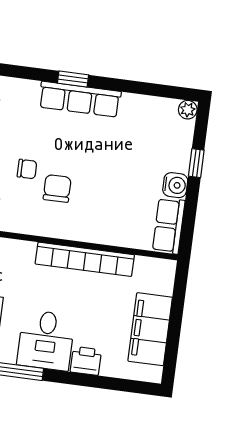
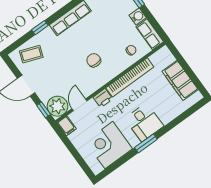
window: (73, 79) -> (40, 28), moved
chair: (27, 169) -> (131, 50), moved
printer: (86, 361) -> (103, 98), moved, turned 180

